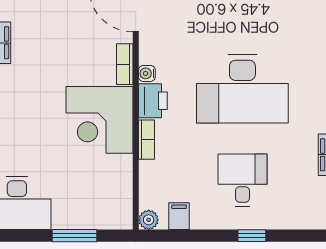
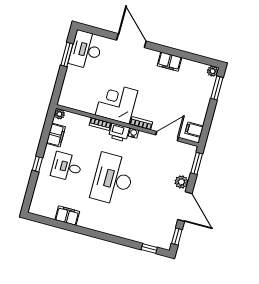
desk: (242, 180) -> (67, 167), turned 180
filing cabinet: (179, 216) -> (56, 135), width x2.00
window: (74, 236) -> (67, 55), moved

